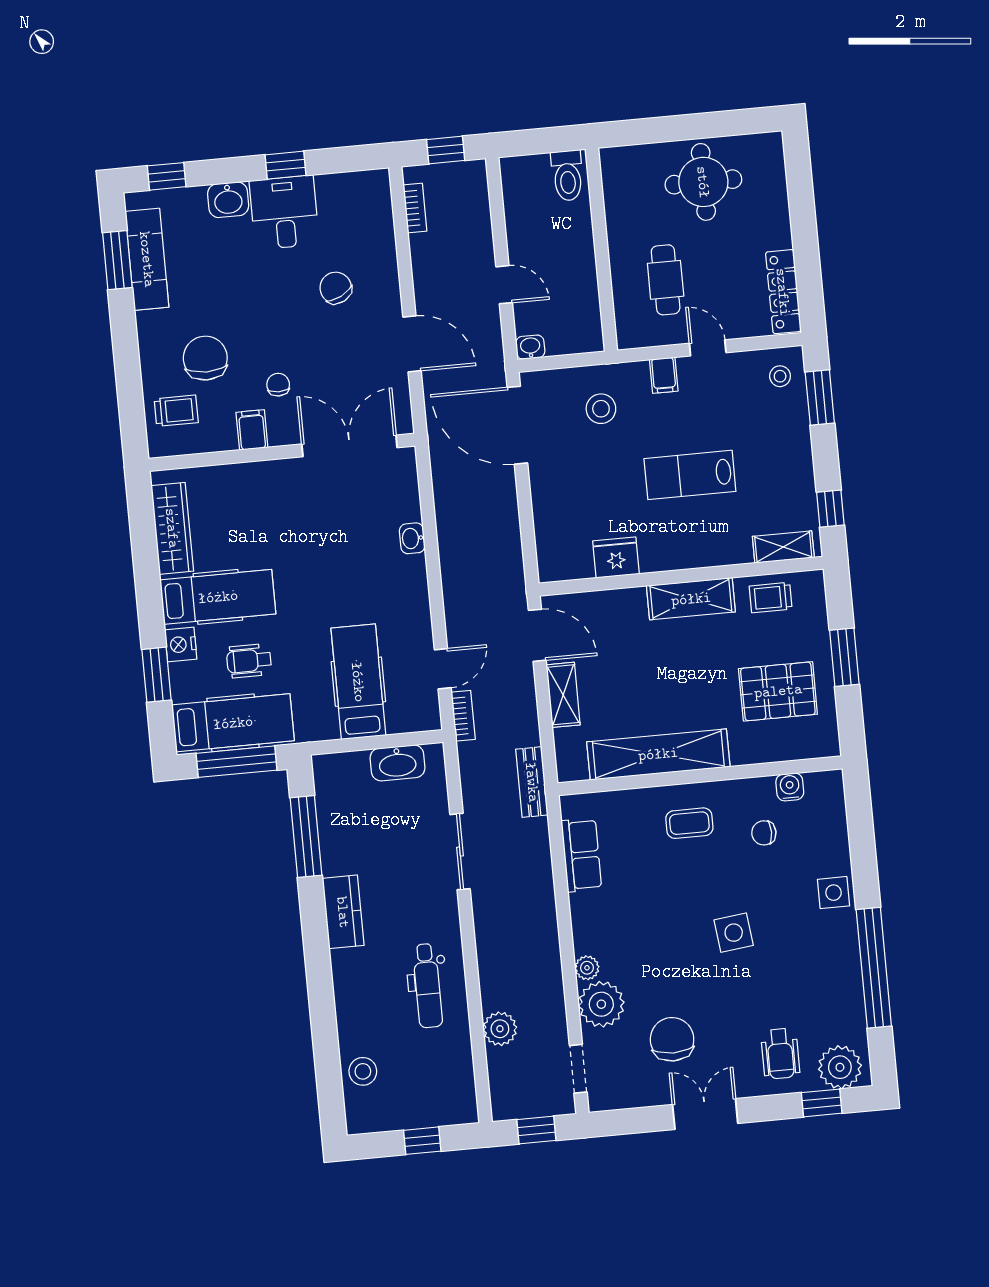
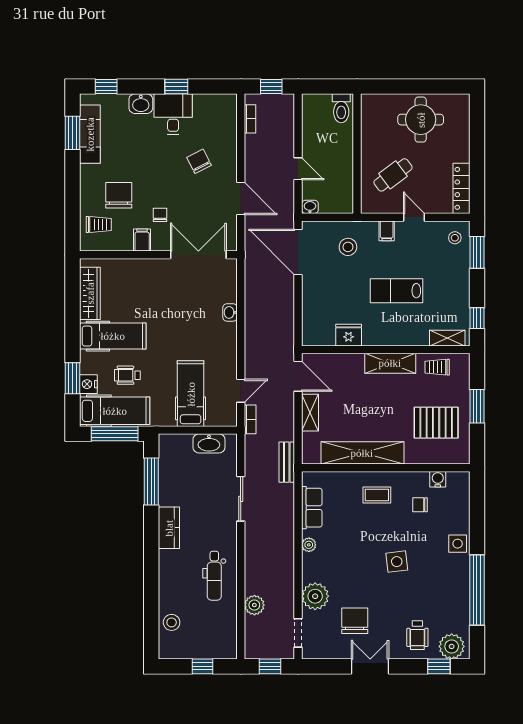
cafe table: (666, 280) -> (393, 175), turned 53
nightstand: (181, 644) -> (88, 384), moved
plant: (587, 968) -> (309, 545), moved

